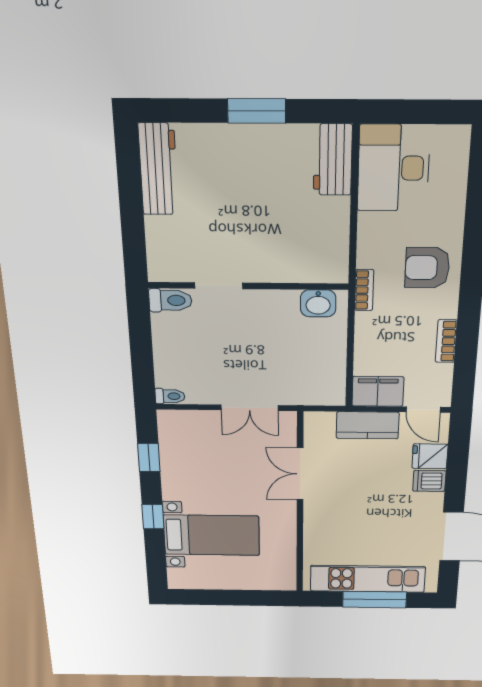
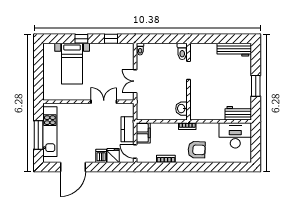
armchair: (427, 268) -> (197, 150), turned 92
door: (423, 410) -> (135, 151), hinge flipped

